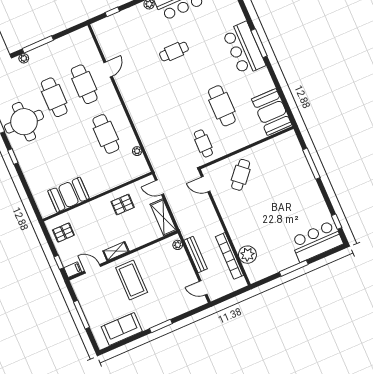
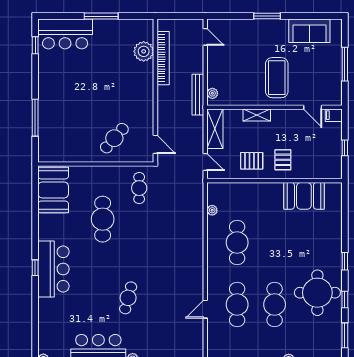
window: (259, 43) -> (35, 268), width x0.46
cafe table: (174, 52) -> (128, 298), turned -75
pallet: (63, 233) -> (283, 160), moved, turned 90
shelving: (116, 251) -> (257, 115), moved
bench: (196, 254) -> (198, 95), moved
window: (59, 262) -> (345, 148), moved

